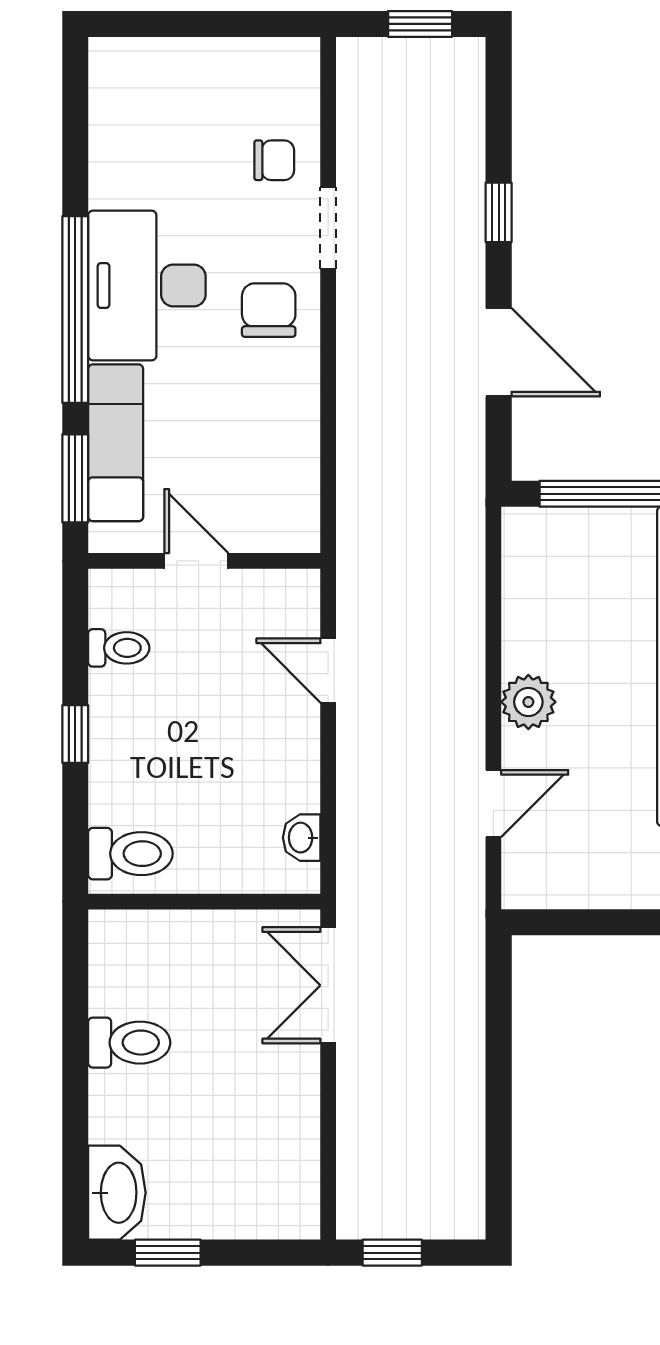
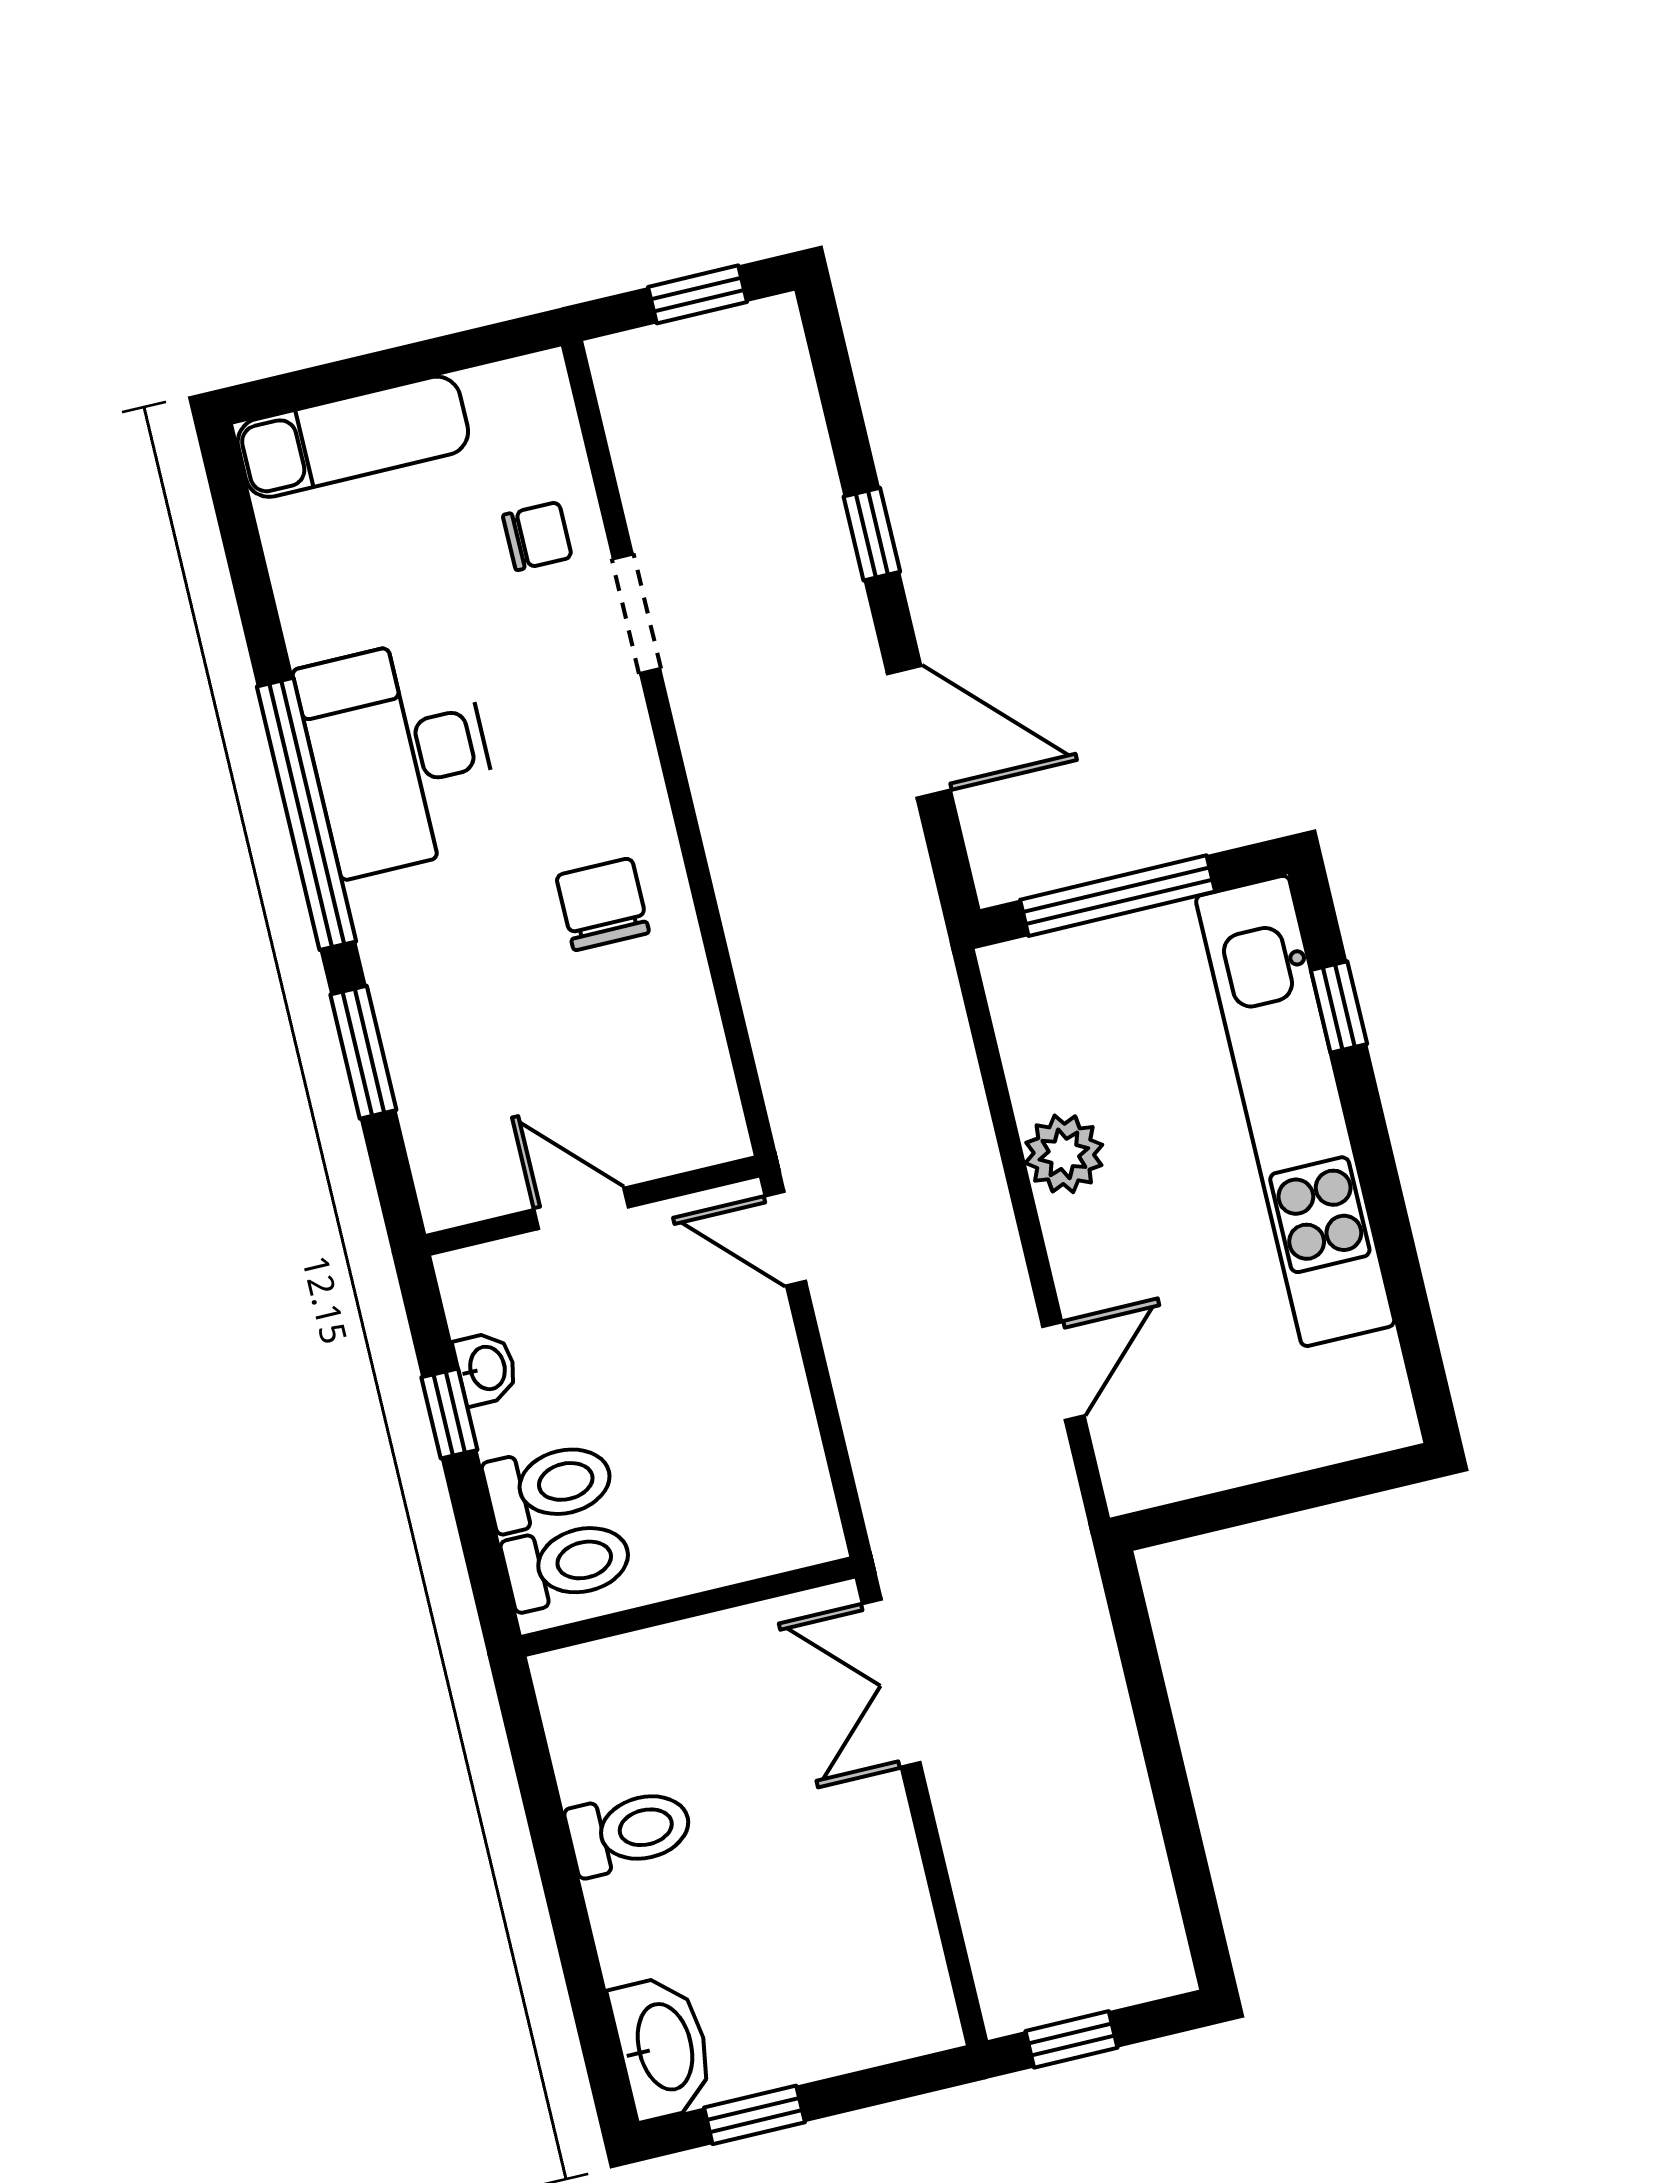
chair: (269, 310) -> (603, 904), moved
exam couch: (116, 443) -> (353, 437), moved, turned 90
door: (196, 561) -> (581, 1208), moved
wall: (204, 561) -> (593, 1206), moved
toilet: (119, 648) -> (549, 1485), moved, width x1.37, depth x1.39
plant: (528, 702) -> (1064, 1154), moved
washbasin: (302, 838) -> (486, 1368), moved, turned 180

